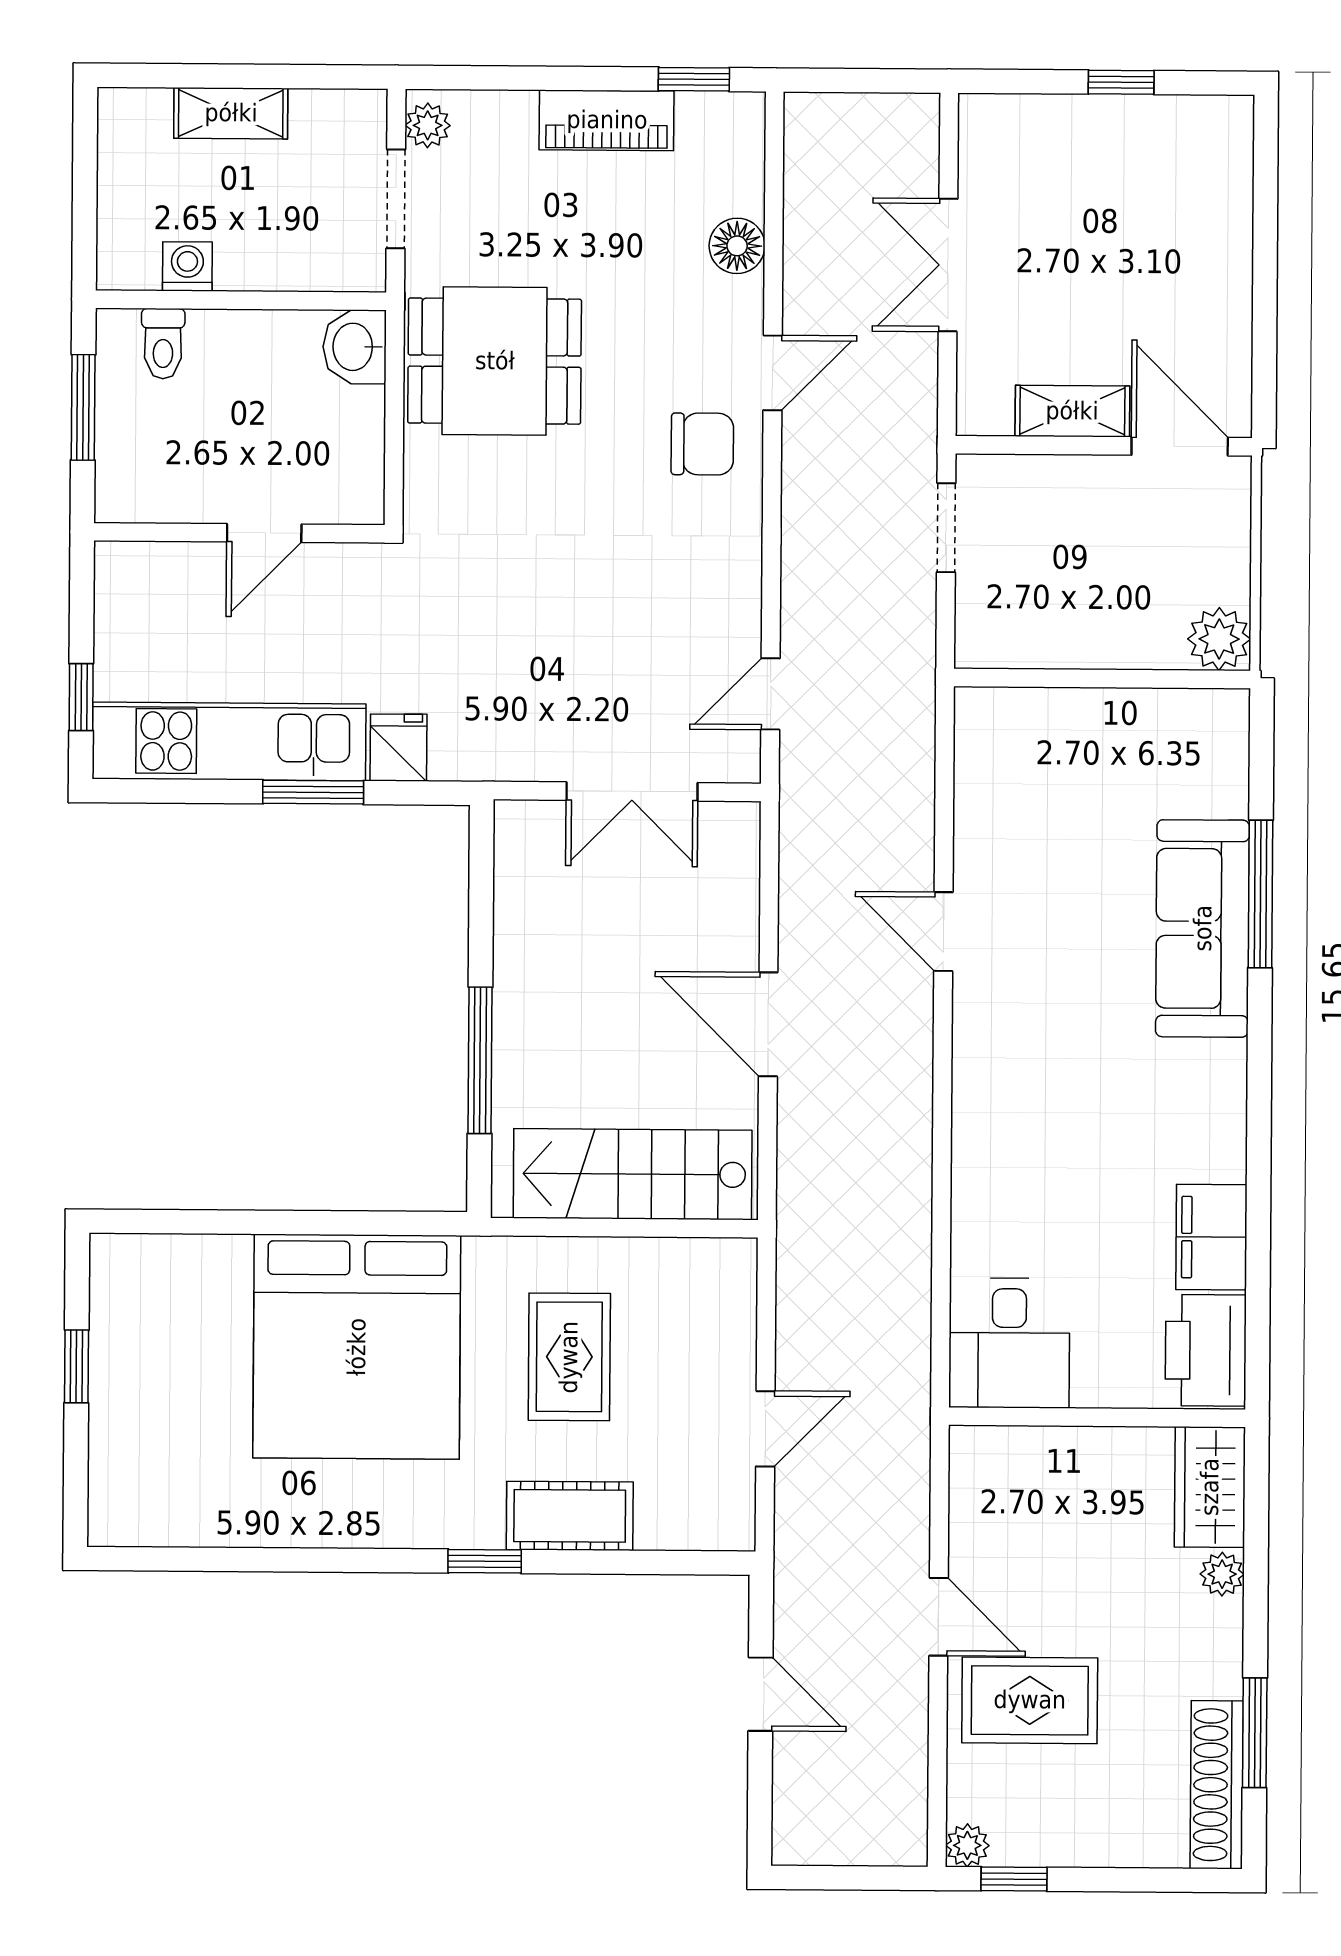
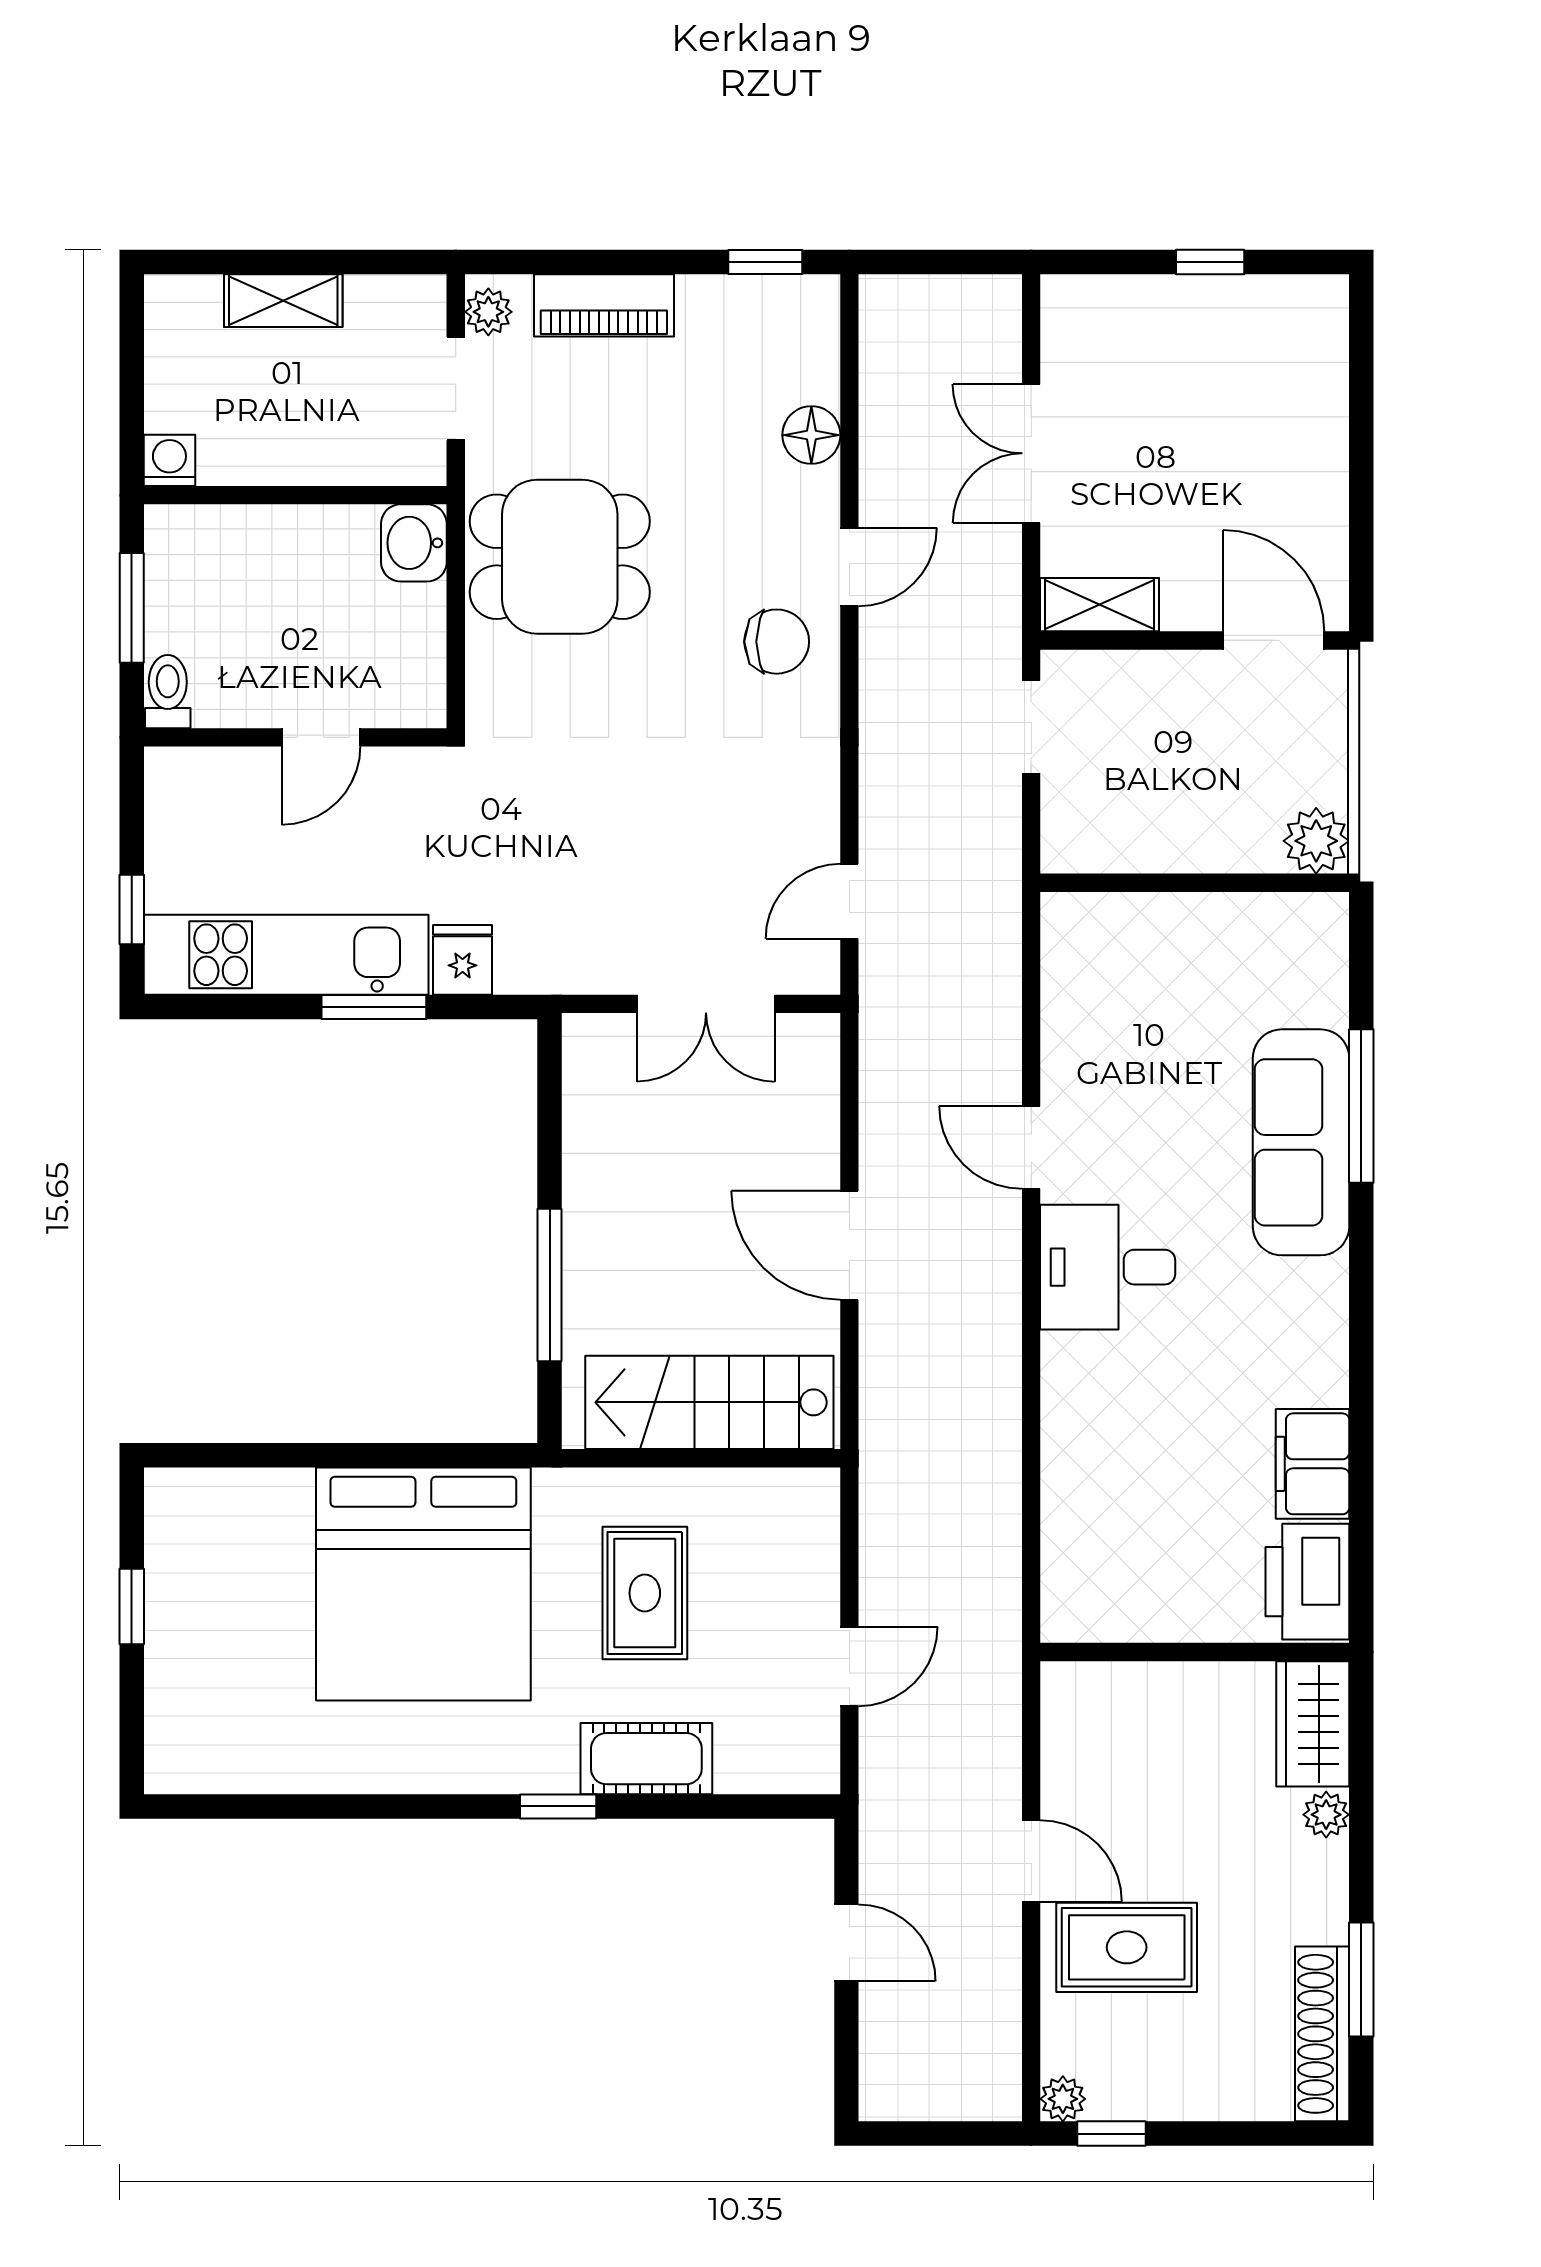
piano: (607, 120) -> (604, 305), moved
washing machine: (187, 266) -> (169, 460), moved
toilet: (163, 344) -> (168, 692), moved, turned 180
shelving: (1072, 411) -> (1100, 605), moved
desk: (1009, 1343) -> (1108, 1267), moved, turned 90

